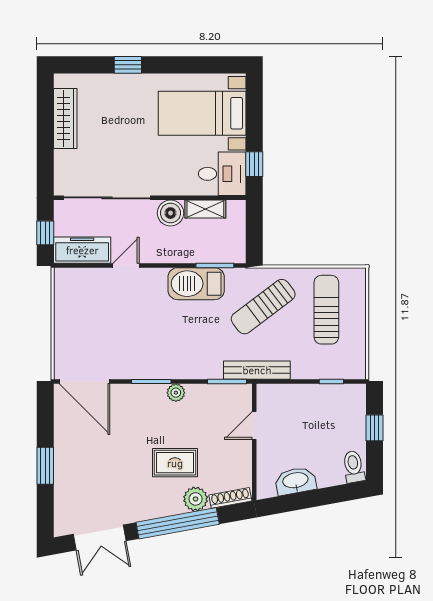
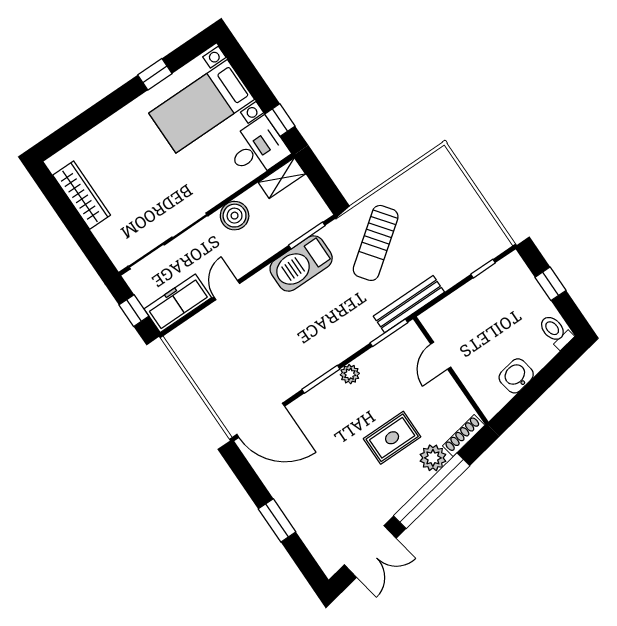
window: (128, 65) -> (155, 74), moved
shelving: (205, 209) -> (282, 178), moved
sun lounger: (326, 310) -> (434, 207), removed
washbasin: (296, 481) -> (516, 376), width x0.72

